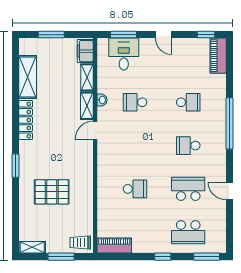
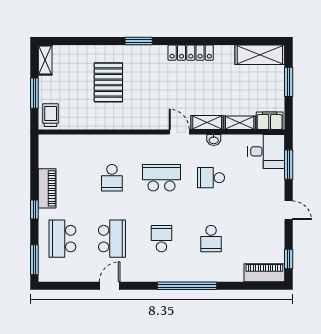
door: (164, 35) -> (289, 210), swing flipped
desk: (124, 54) -> (266, 151), moved
shelving: (28, 77) -> (260, 55), moved
school desk: (135, 102) -> (211, 178), turned -90
school desk: (135, 146) -> (161, 178), added
piano: (114, 246) -> (47, 188), moved

